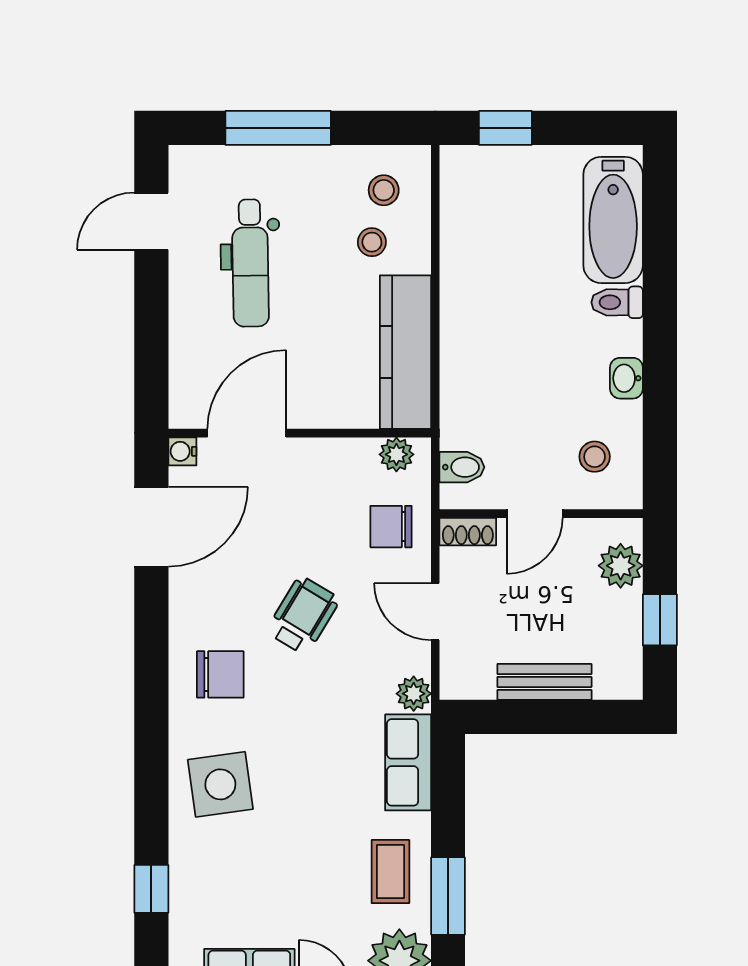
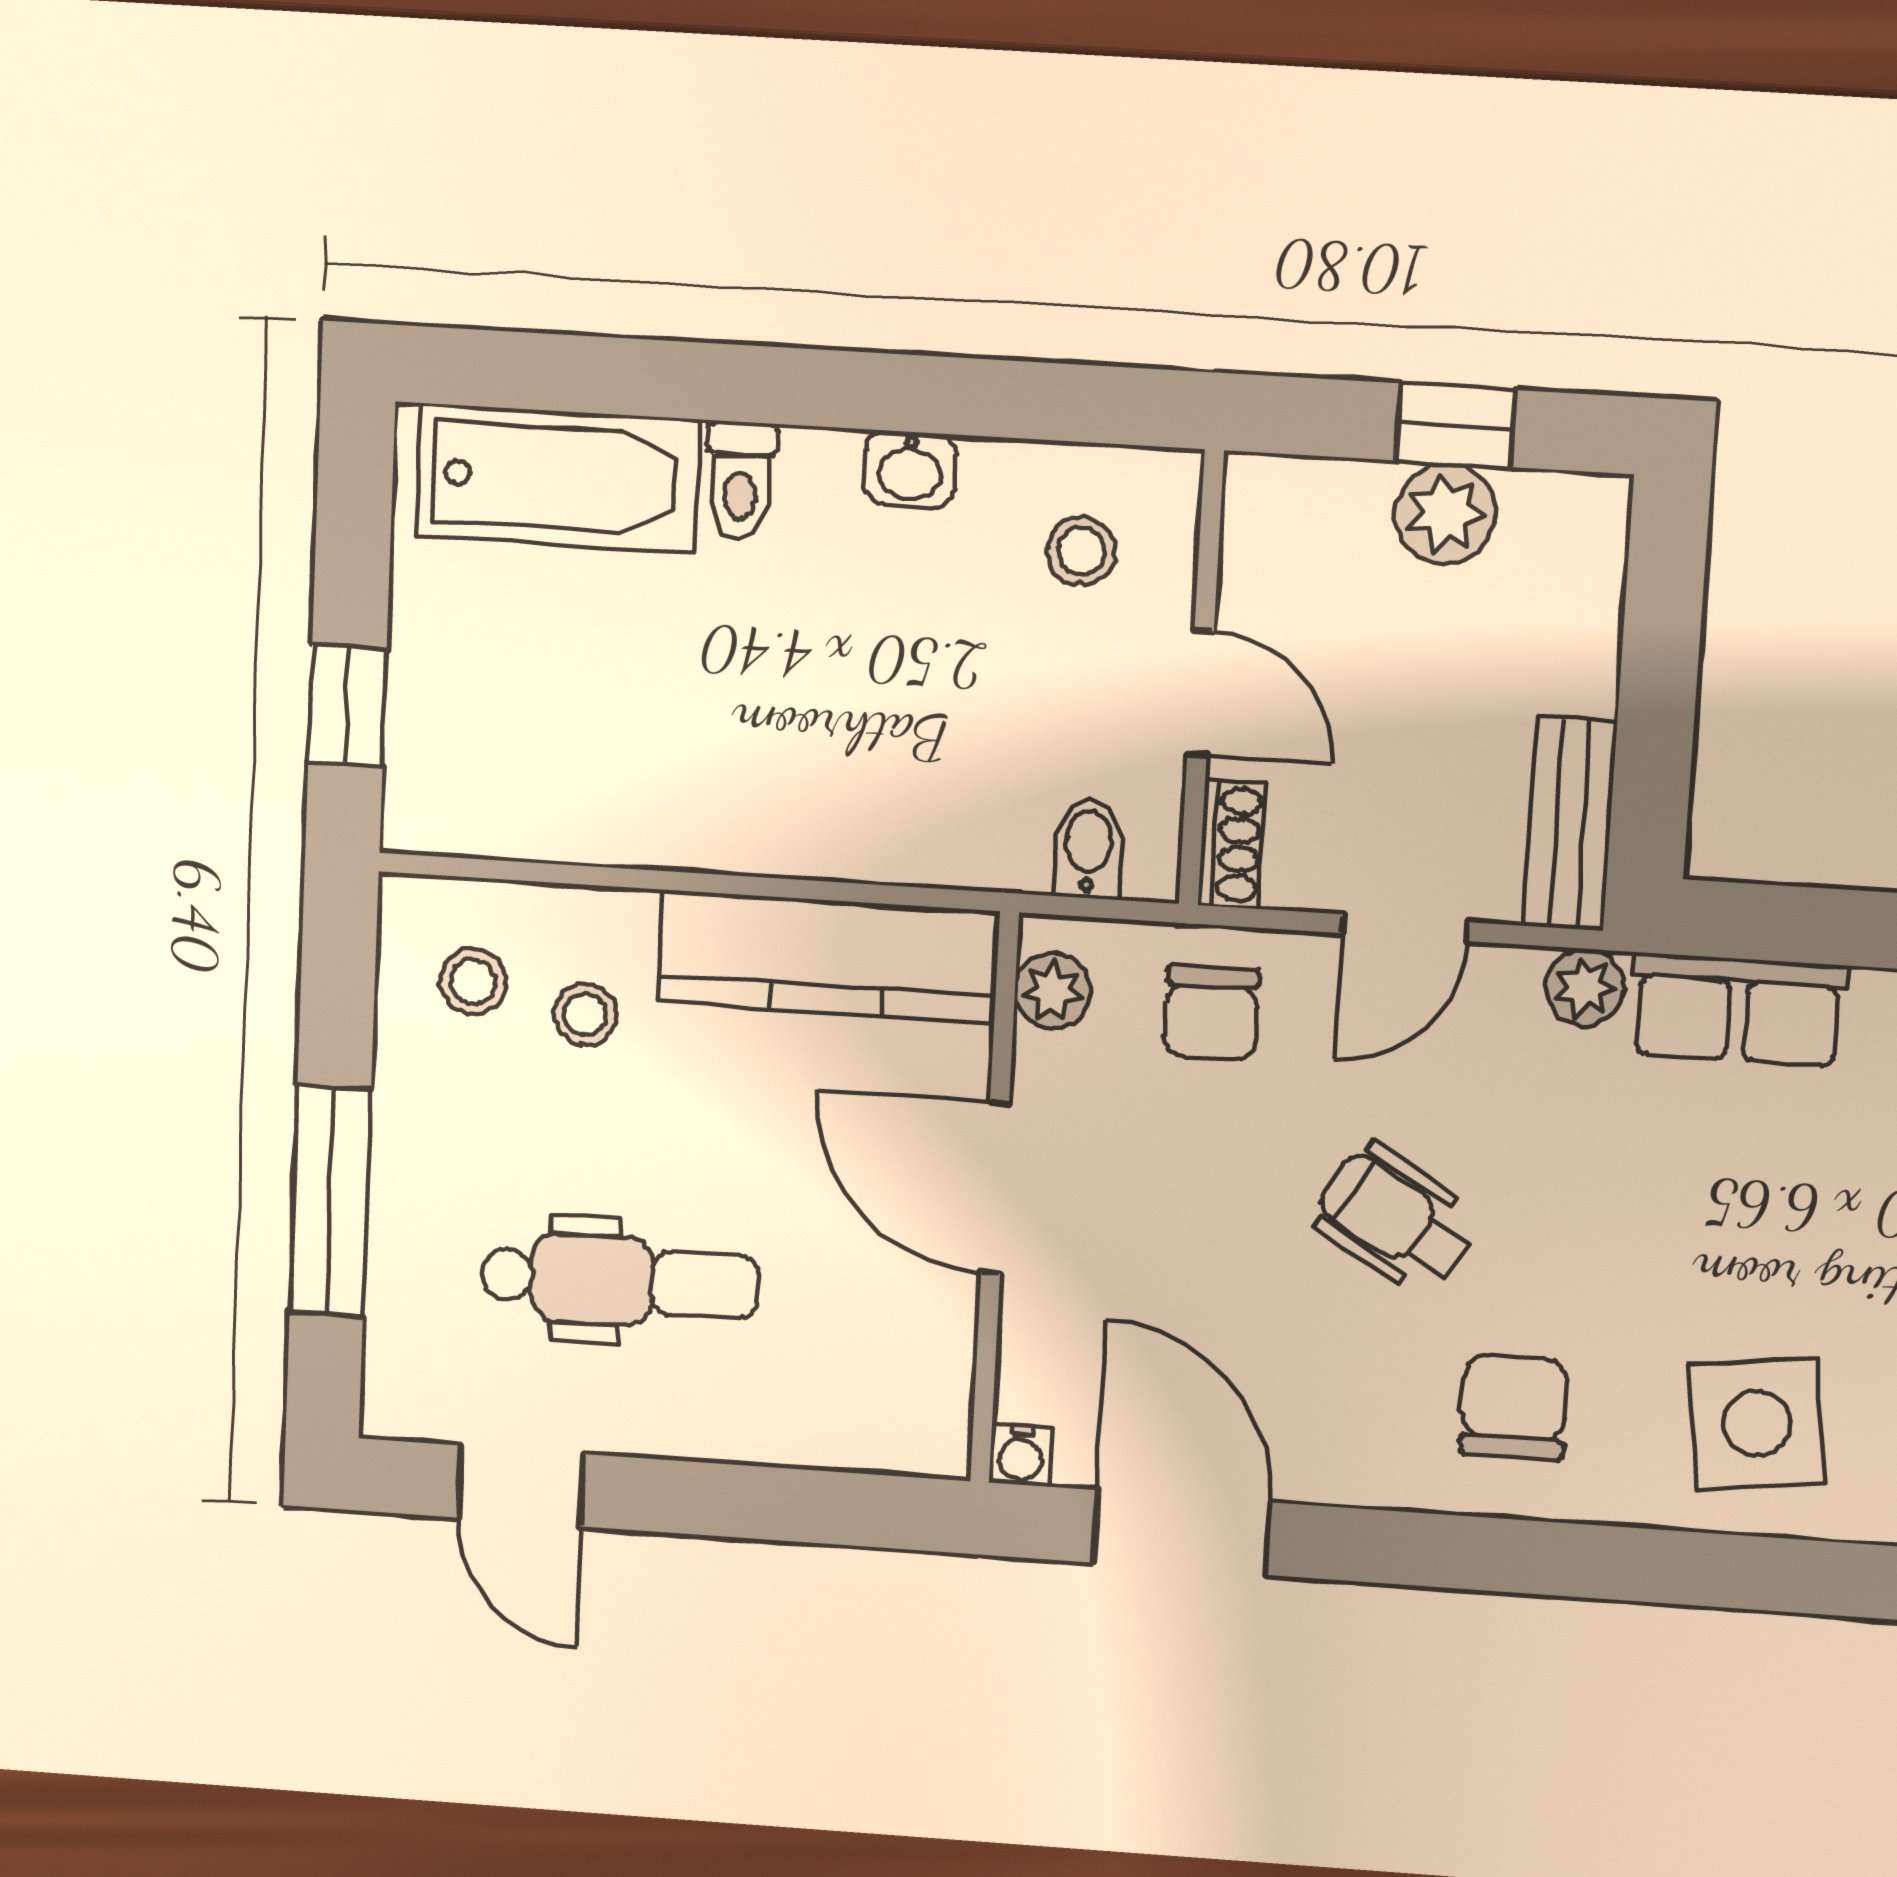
door: (247, 433) -> (995, 1188), moved
plant: (621, 566) -> (1445, 514), moved
bench: (544, 682) -> (1570, 824), moved

